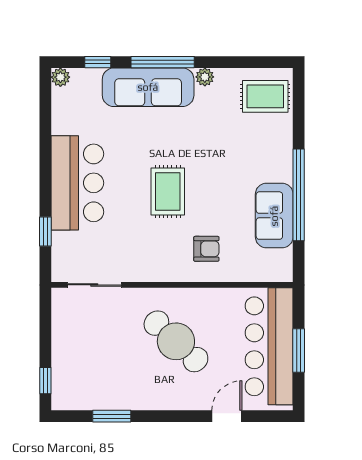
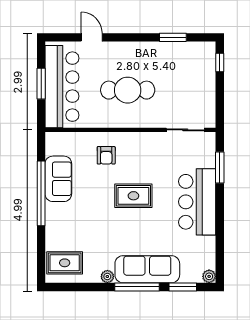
window: (98, 62) -> (183, 287), width x1.50
rug: (168, 191) -> (133, 196), turned 90
window: (45, 232) -> (220, 167), width x1.50
armchair: (206, 249) -> (106, 155), turned -90
cafe table: (176, 341) -> (128, 90), turned -43
door: (227, 416) -> (92, 37), swing flipped

